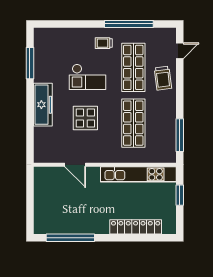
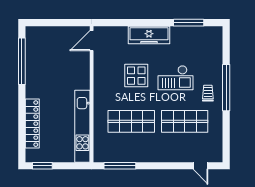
window: (129, 24) -> (226, 88), moved
checkout: (88, 77) -> (176, 78), turned -90
trolley: (163, 78) -> (174, 150), removed
door: (75, 165) -> (92, 41), moved
window: (180, 195) -> (42, 166), moved

